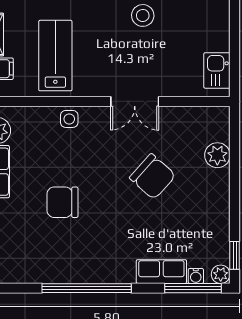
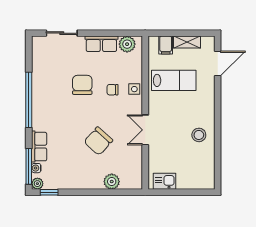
chair: (70, 154) -> (112, 90), added

